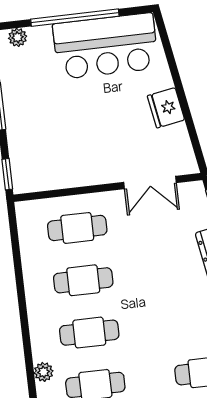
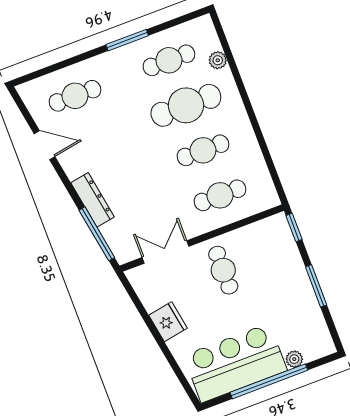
plant: (18, 37) -> (294, 359), moved
cafe table: (94, 148) -> (223, 270), added
cafe table: (89, 333) -> (186, 105), width x1.37, depth x1.35

